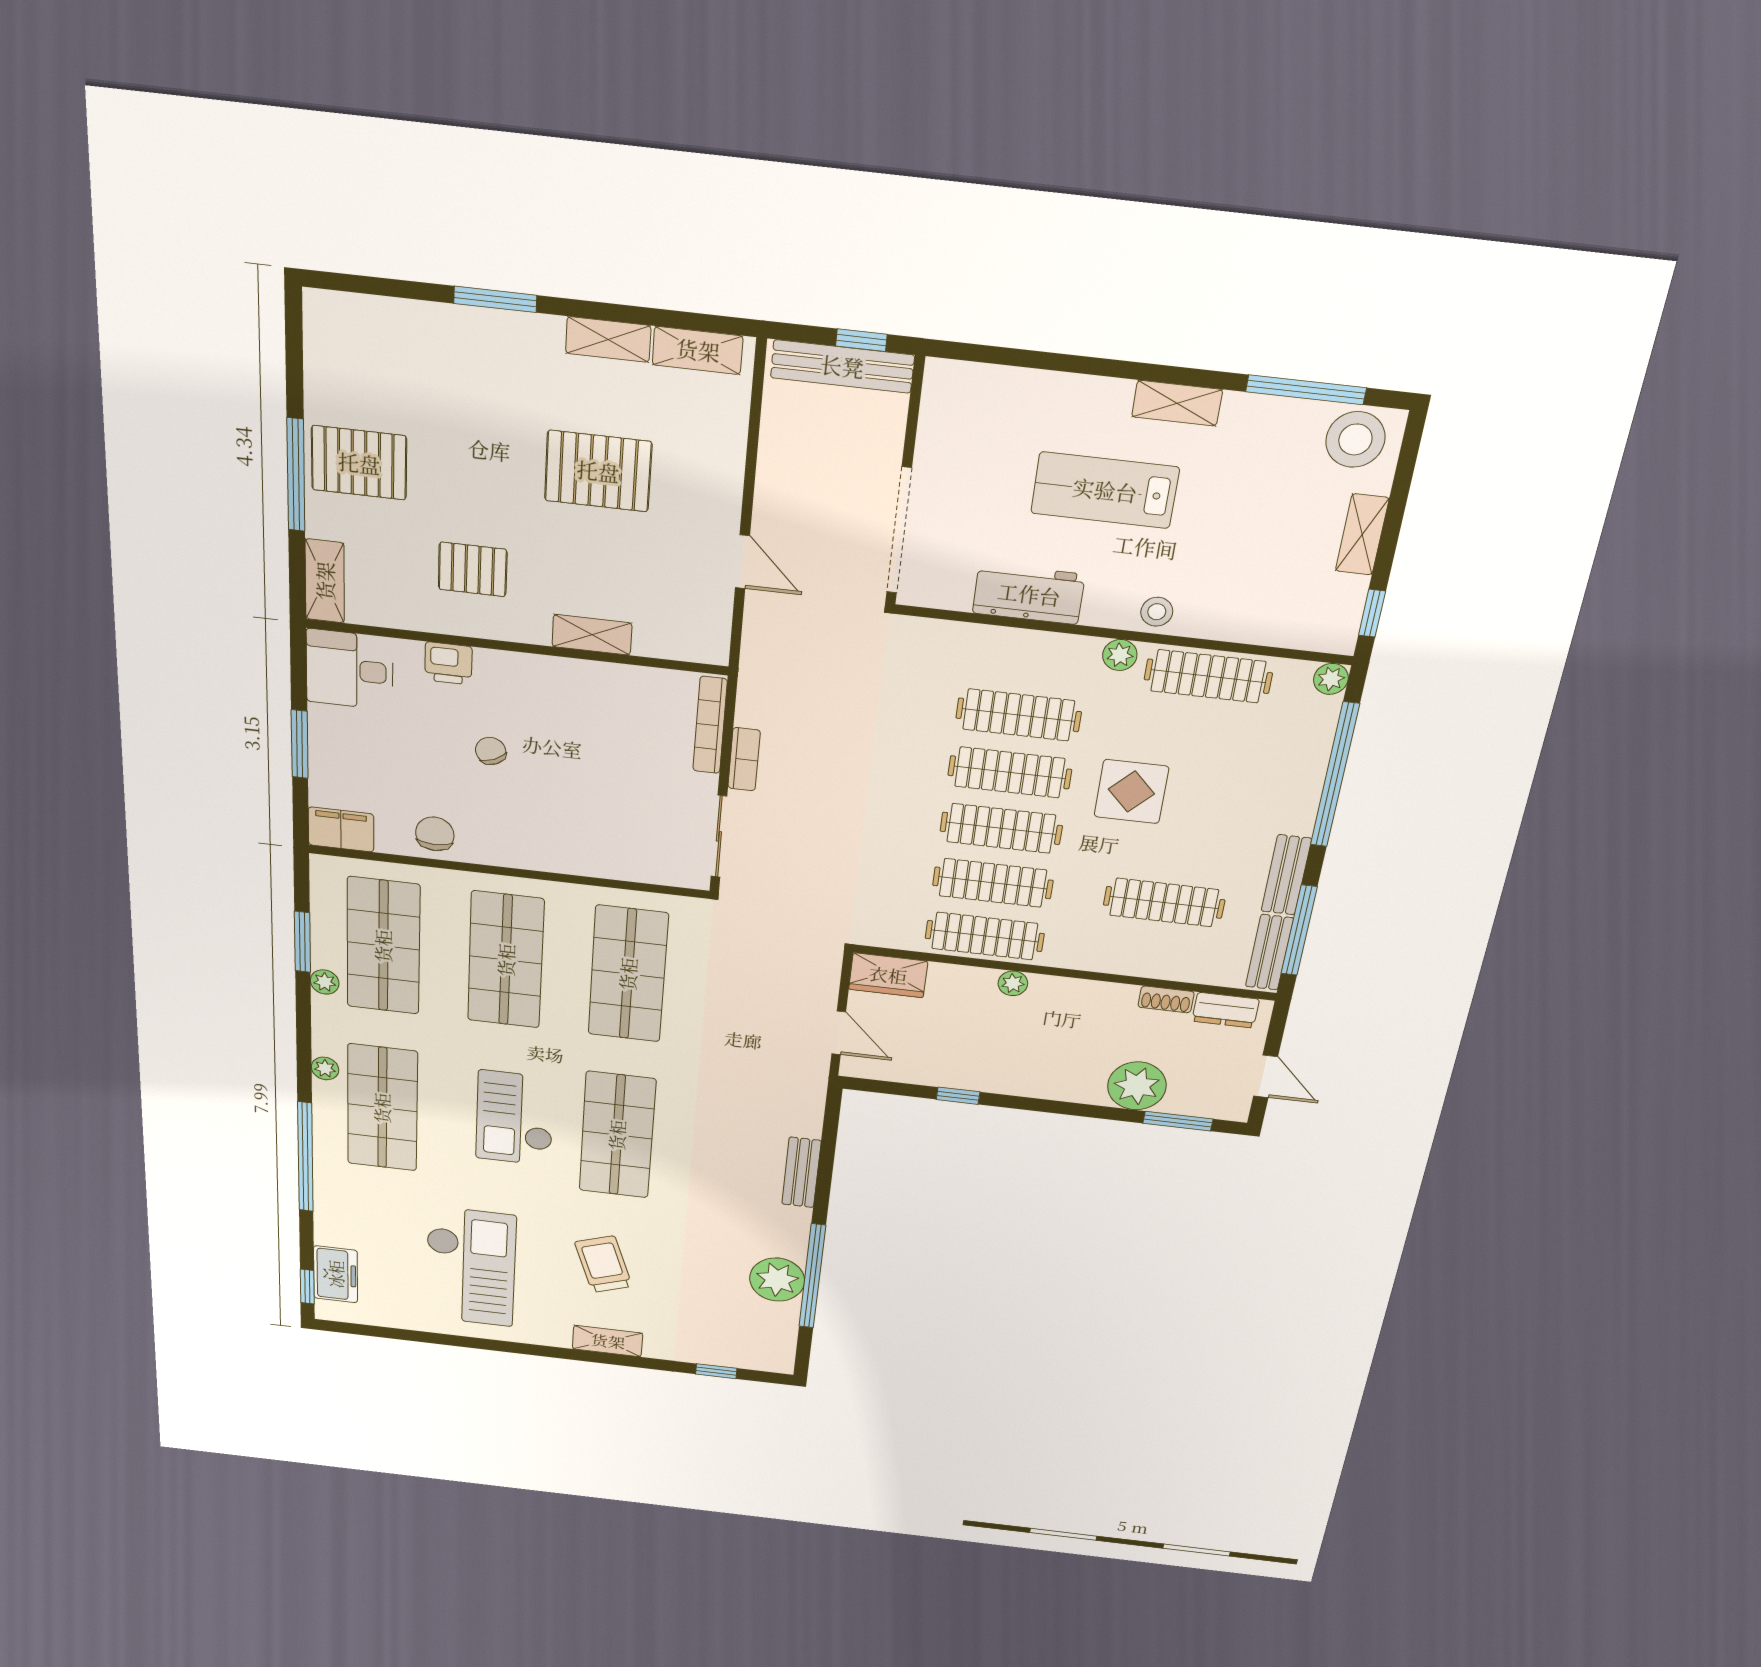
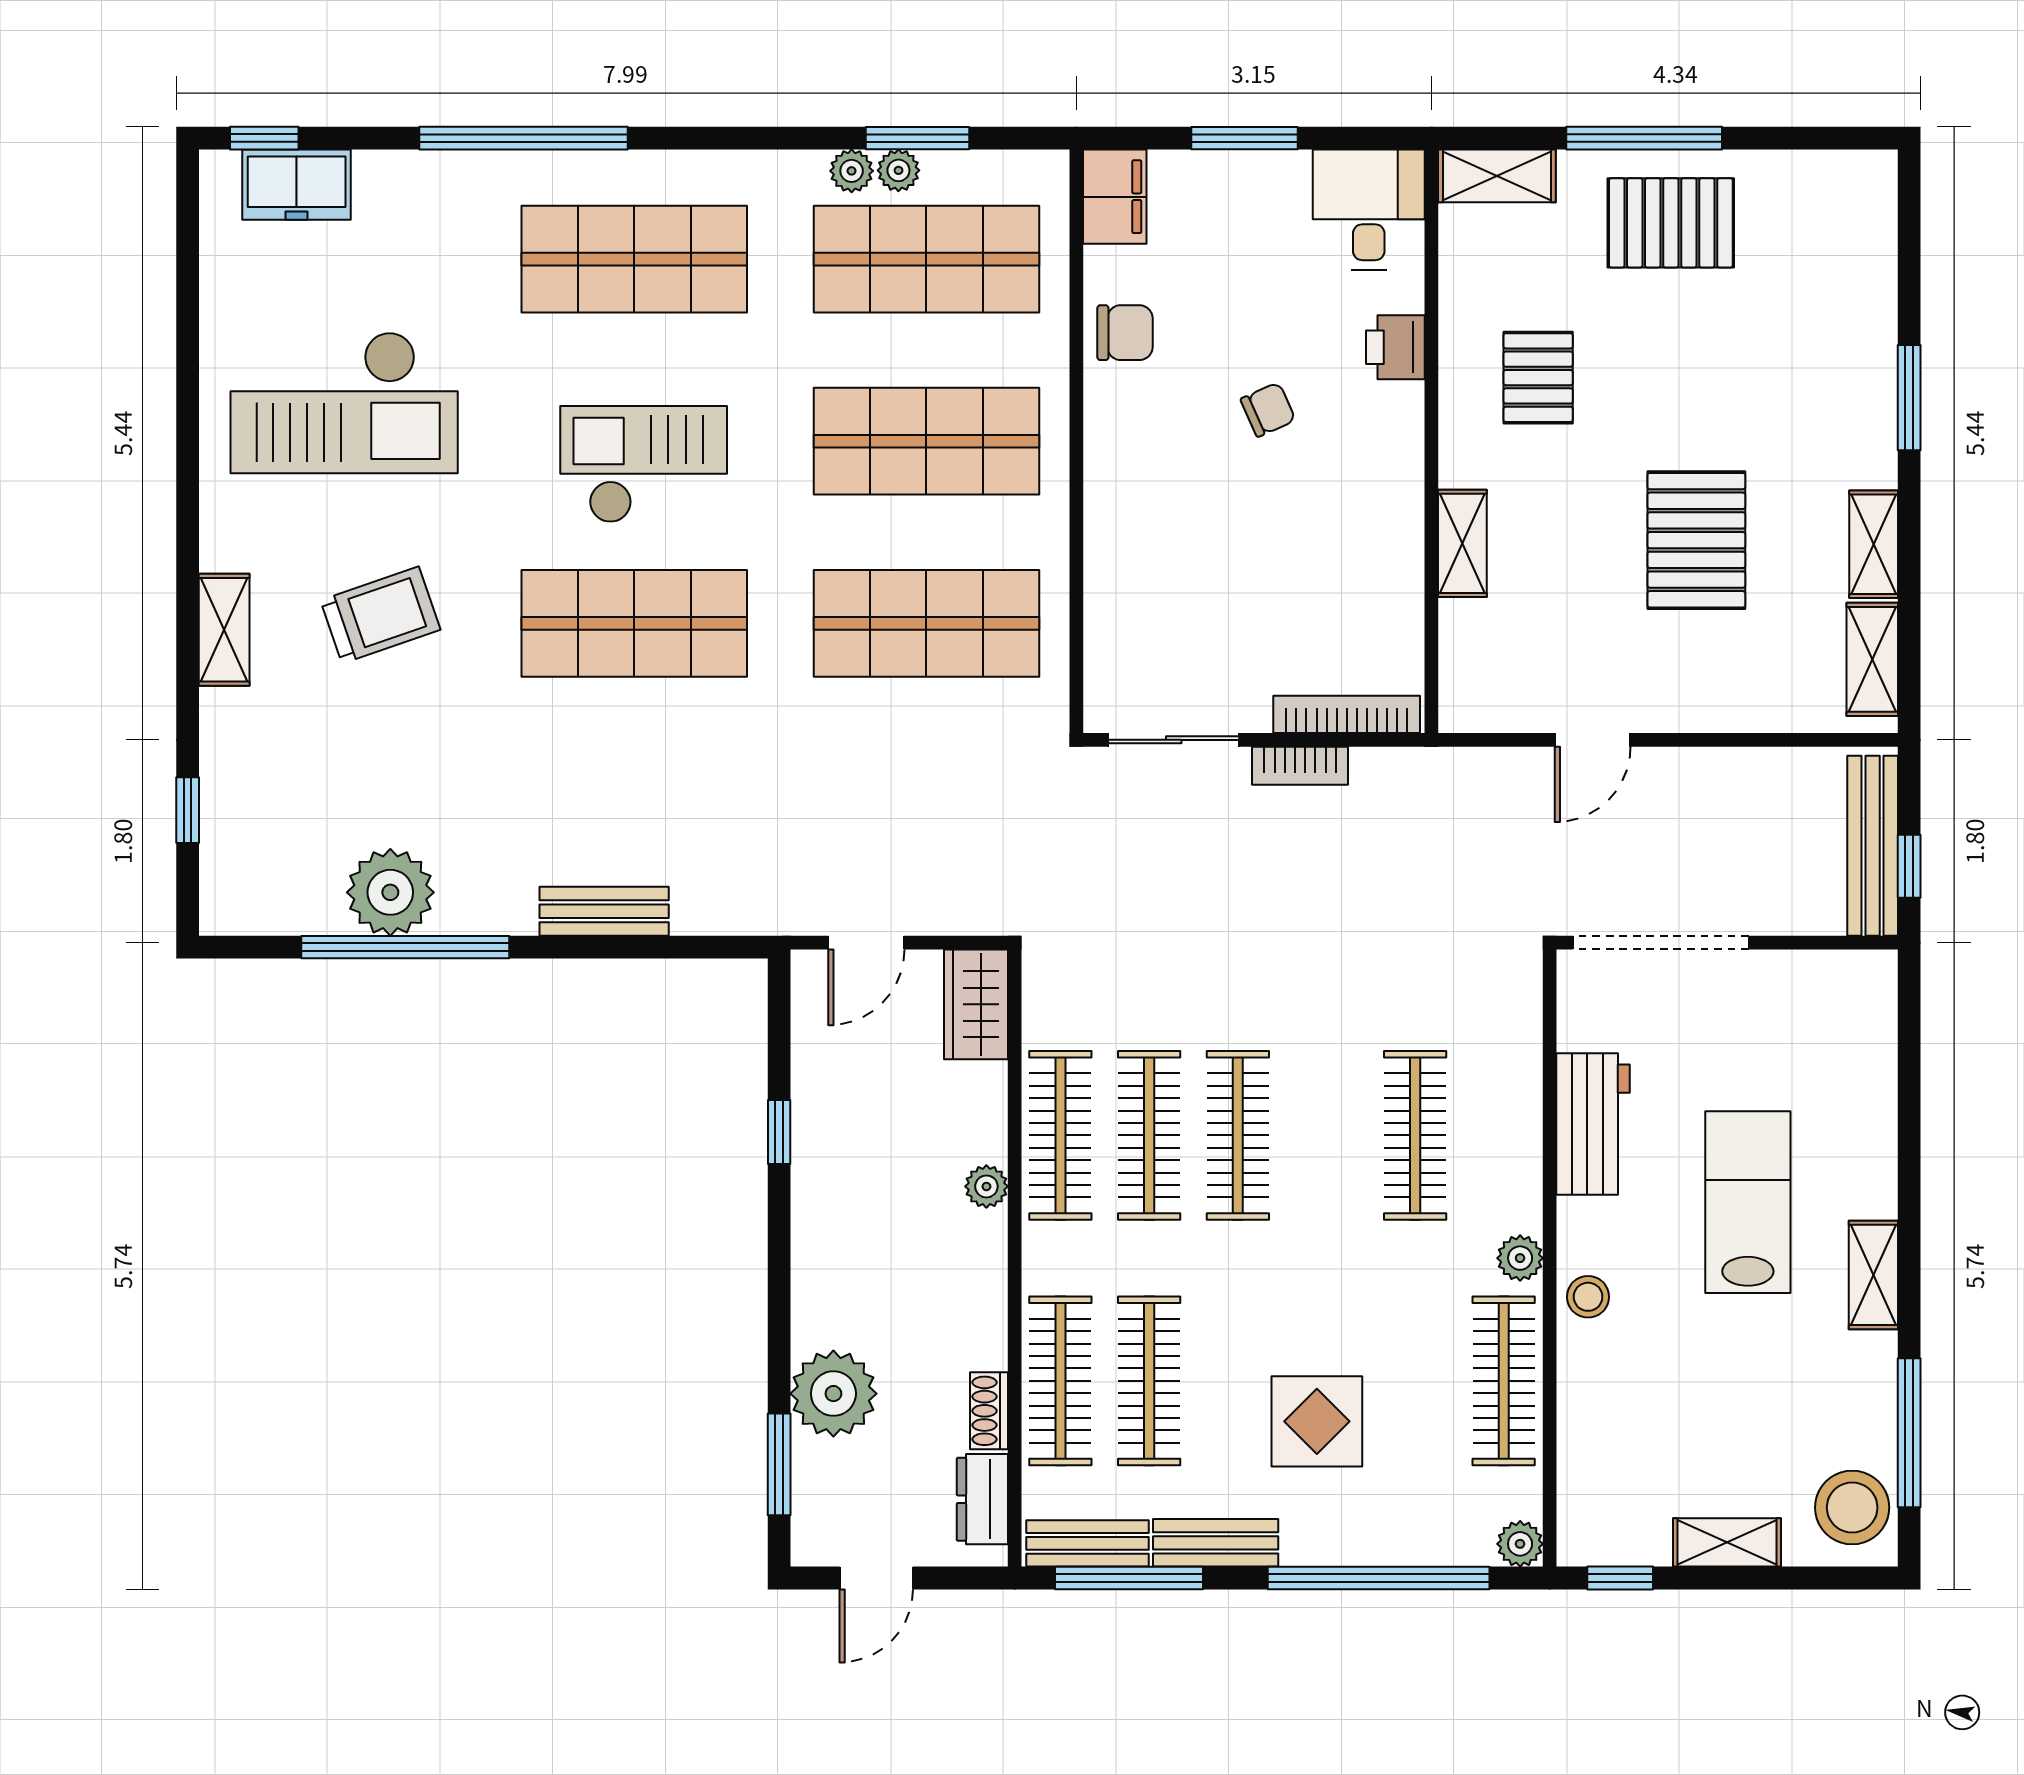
pallet: (359, 463) -> (1671, 223), turned 90
clothes rail: (1010, 772) -> (1060, 1381), moved
display table: (1131, 792) -> (1317, 1421), moved
plant: (325, 1068) -> (898, 170), moved

